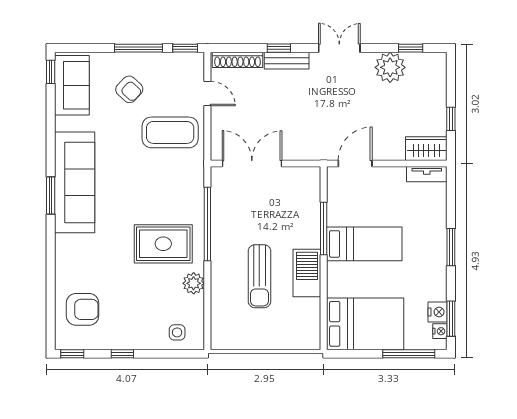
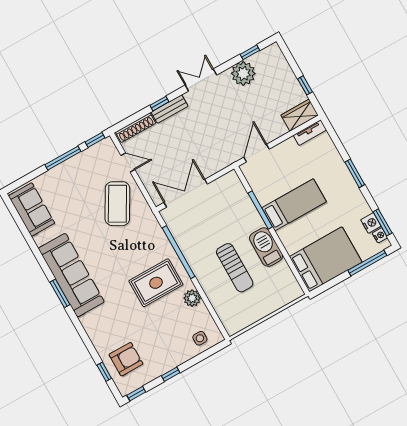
window: (51, 72) -> (104, 372), moved
armchair: (129, 89) -> (73, 190), removed
coffee table: (170, 132) -> (117, 204), turned -60

